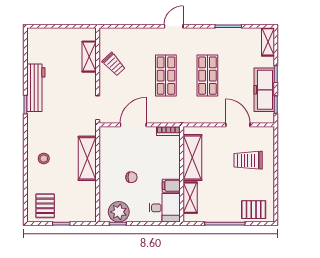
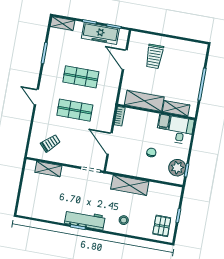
trolley: (114, 64) -> (50, 143), moved
workbench: (36, 88) -> (85, 220), moved
door: (238, 125) -> (125, 60), hinge flipped
pallet: (45, 206) -> (162, 226), turned 90
pallet: (254, 210) -> (195, 59), removed

